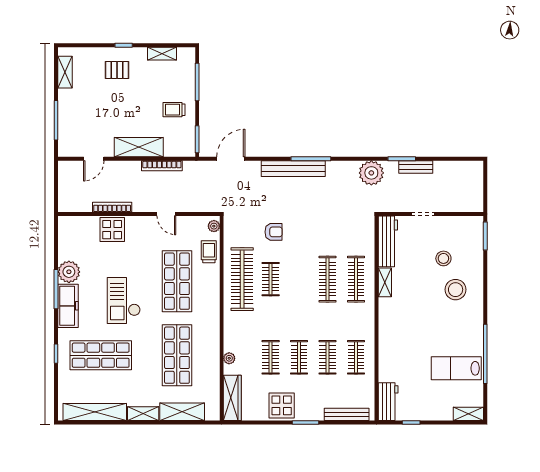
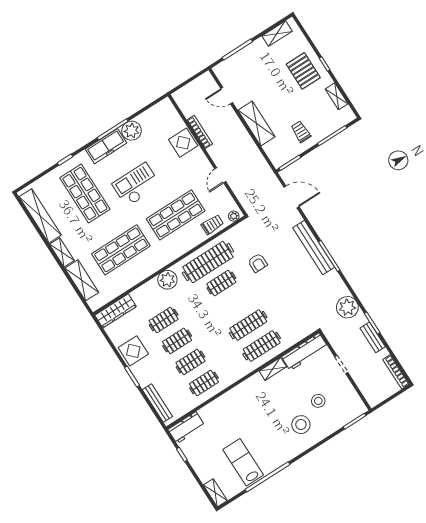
pallet: (117, 70) -> (303, 71), width x1.50, depth x1.42
bookcase: (162, 166) -> (396, 372), moved
plant: (229, 358) -> (167, 280), moved, width x1.87, depth x1.87

